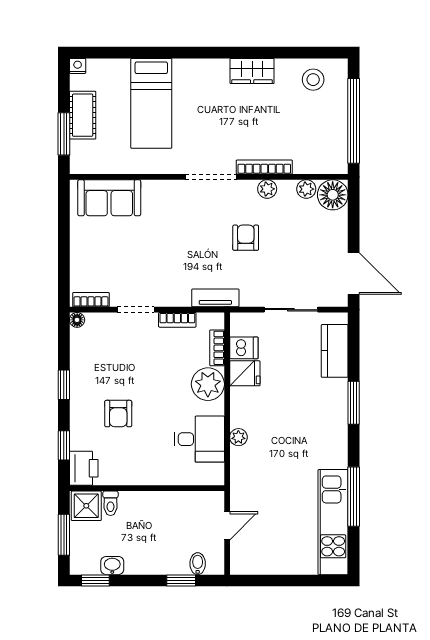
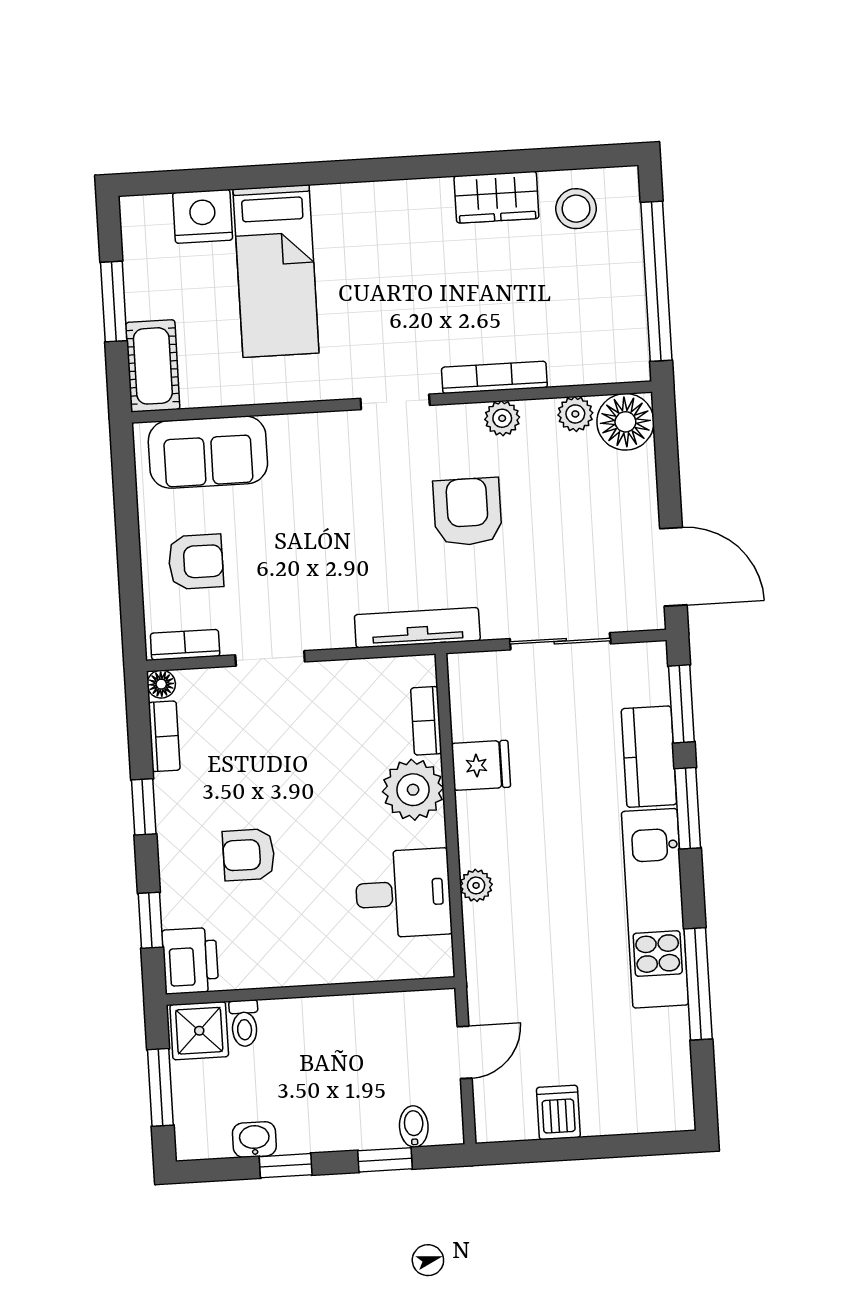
nightstand: (78, 66) -> (203, 216), moved, width x1.89, depth x1.79
wardrobe: (252, 71) -> (496, 197), moved
cot: (83, 115) -> (153, 366), moved
window: (64, 134) -> (114, 302), moved
doorway: (211, 177) -> (395, 402), width x0.73
armchair: (246, 238) -> (467, 512), width x1.38, depth x1.38
armchair: (99, 256) -> (196, 562), added
tv unit: (215, 298) -> (417, 628), width x1.41
bookcase: (177, 320) -> (164, 736), moved, turned -90
window: (354, 347) -> (681, 704), added
dishwasher: (244, 348) -> (558, 1112), moved, turned -90
kitchen counter: (335, 351) -> (649, 757), moved
armchair: (118, 414) -> (249, 855), turned 90
kitchen unit: (333, 522) -> (655, 908), moved
window: (95, 580) -> (286, 1166), moved

